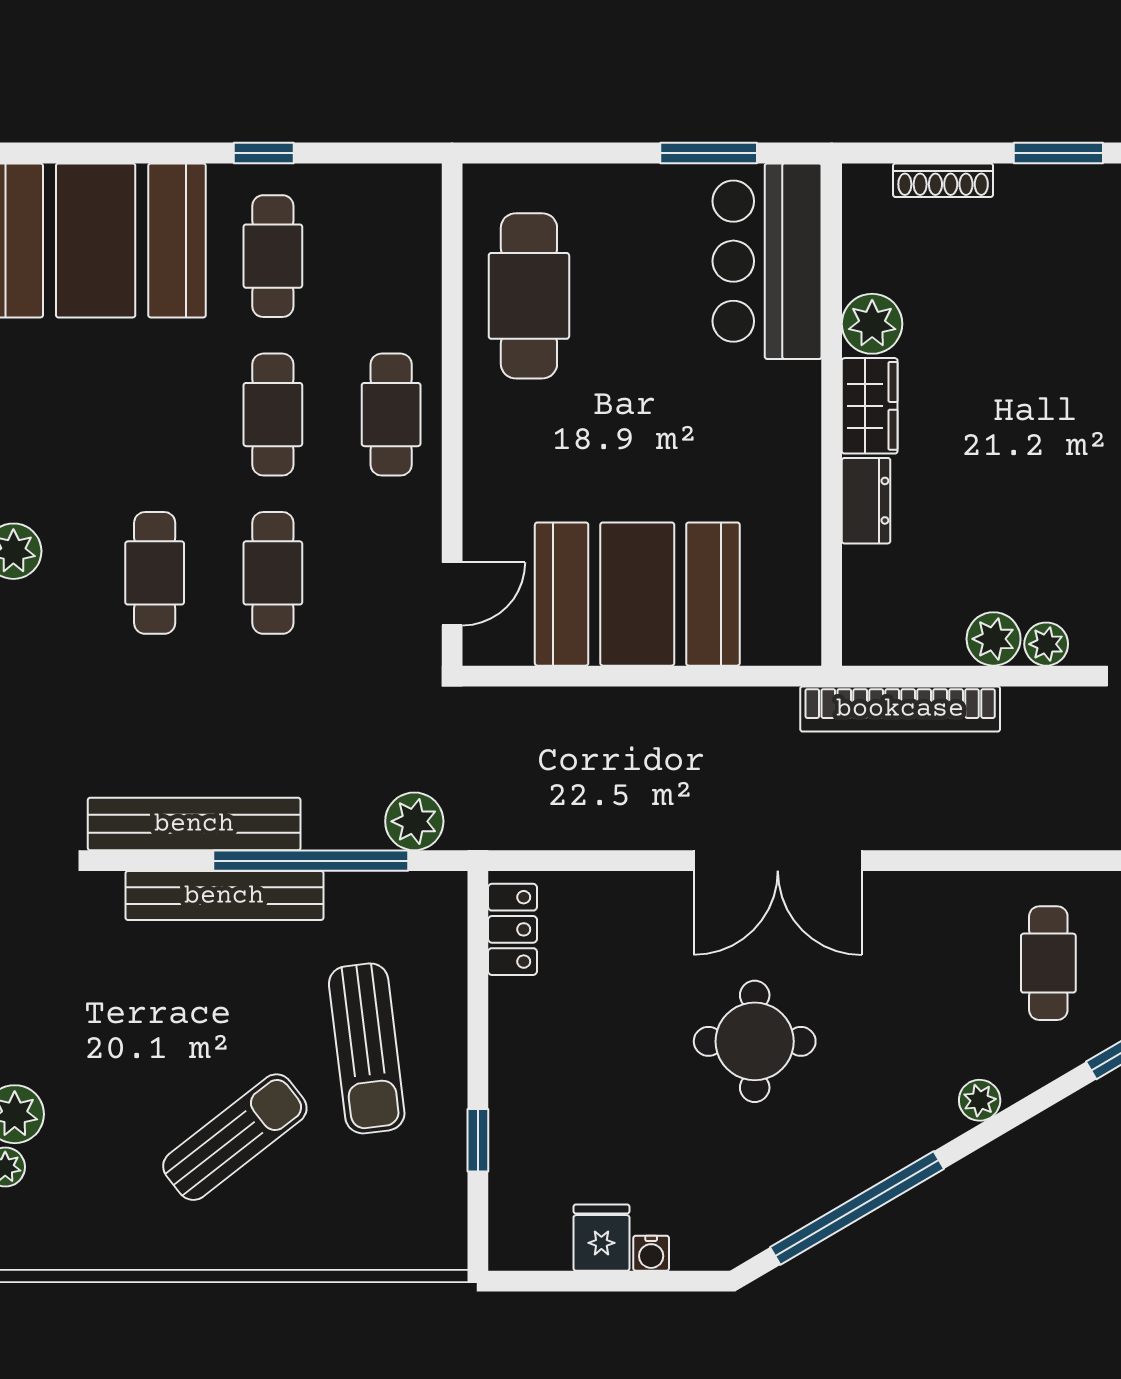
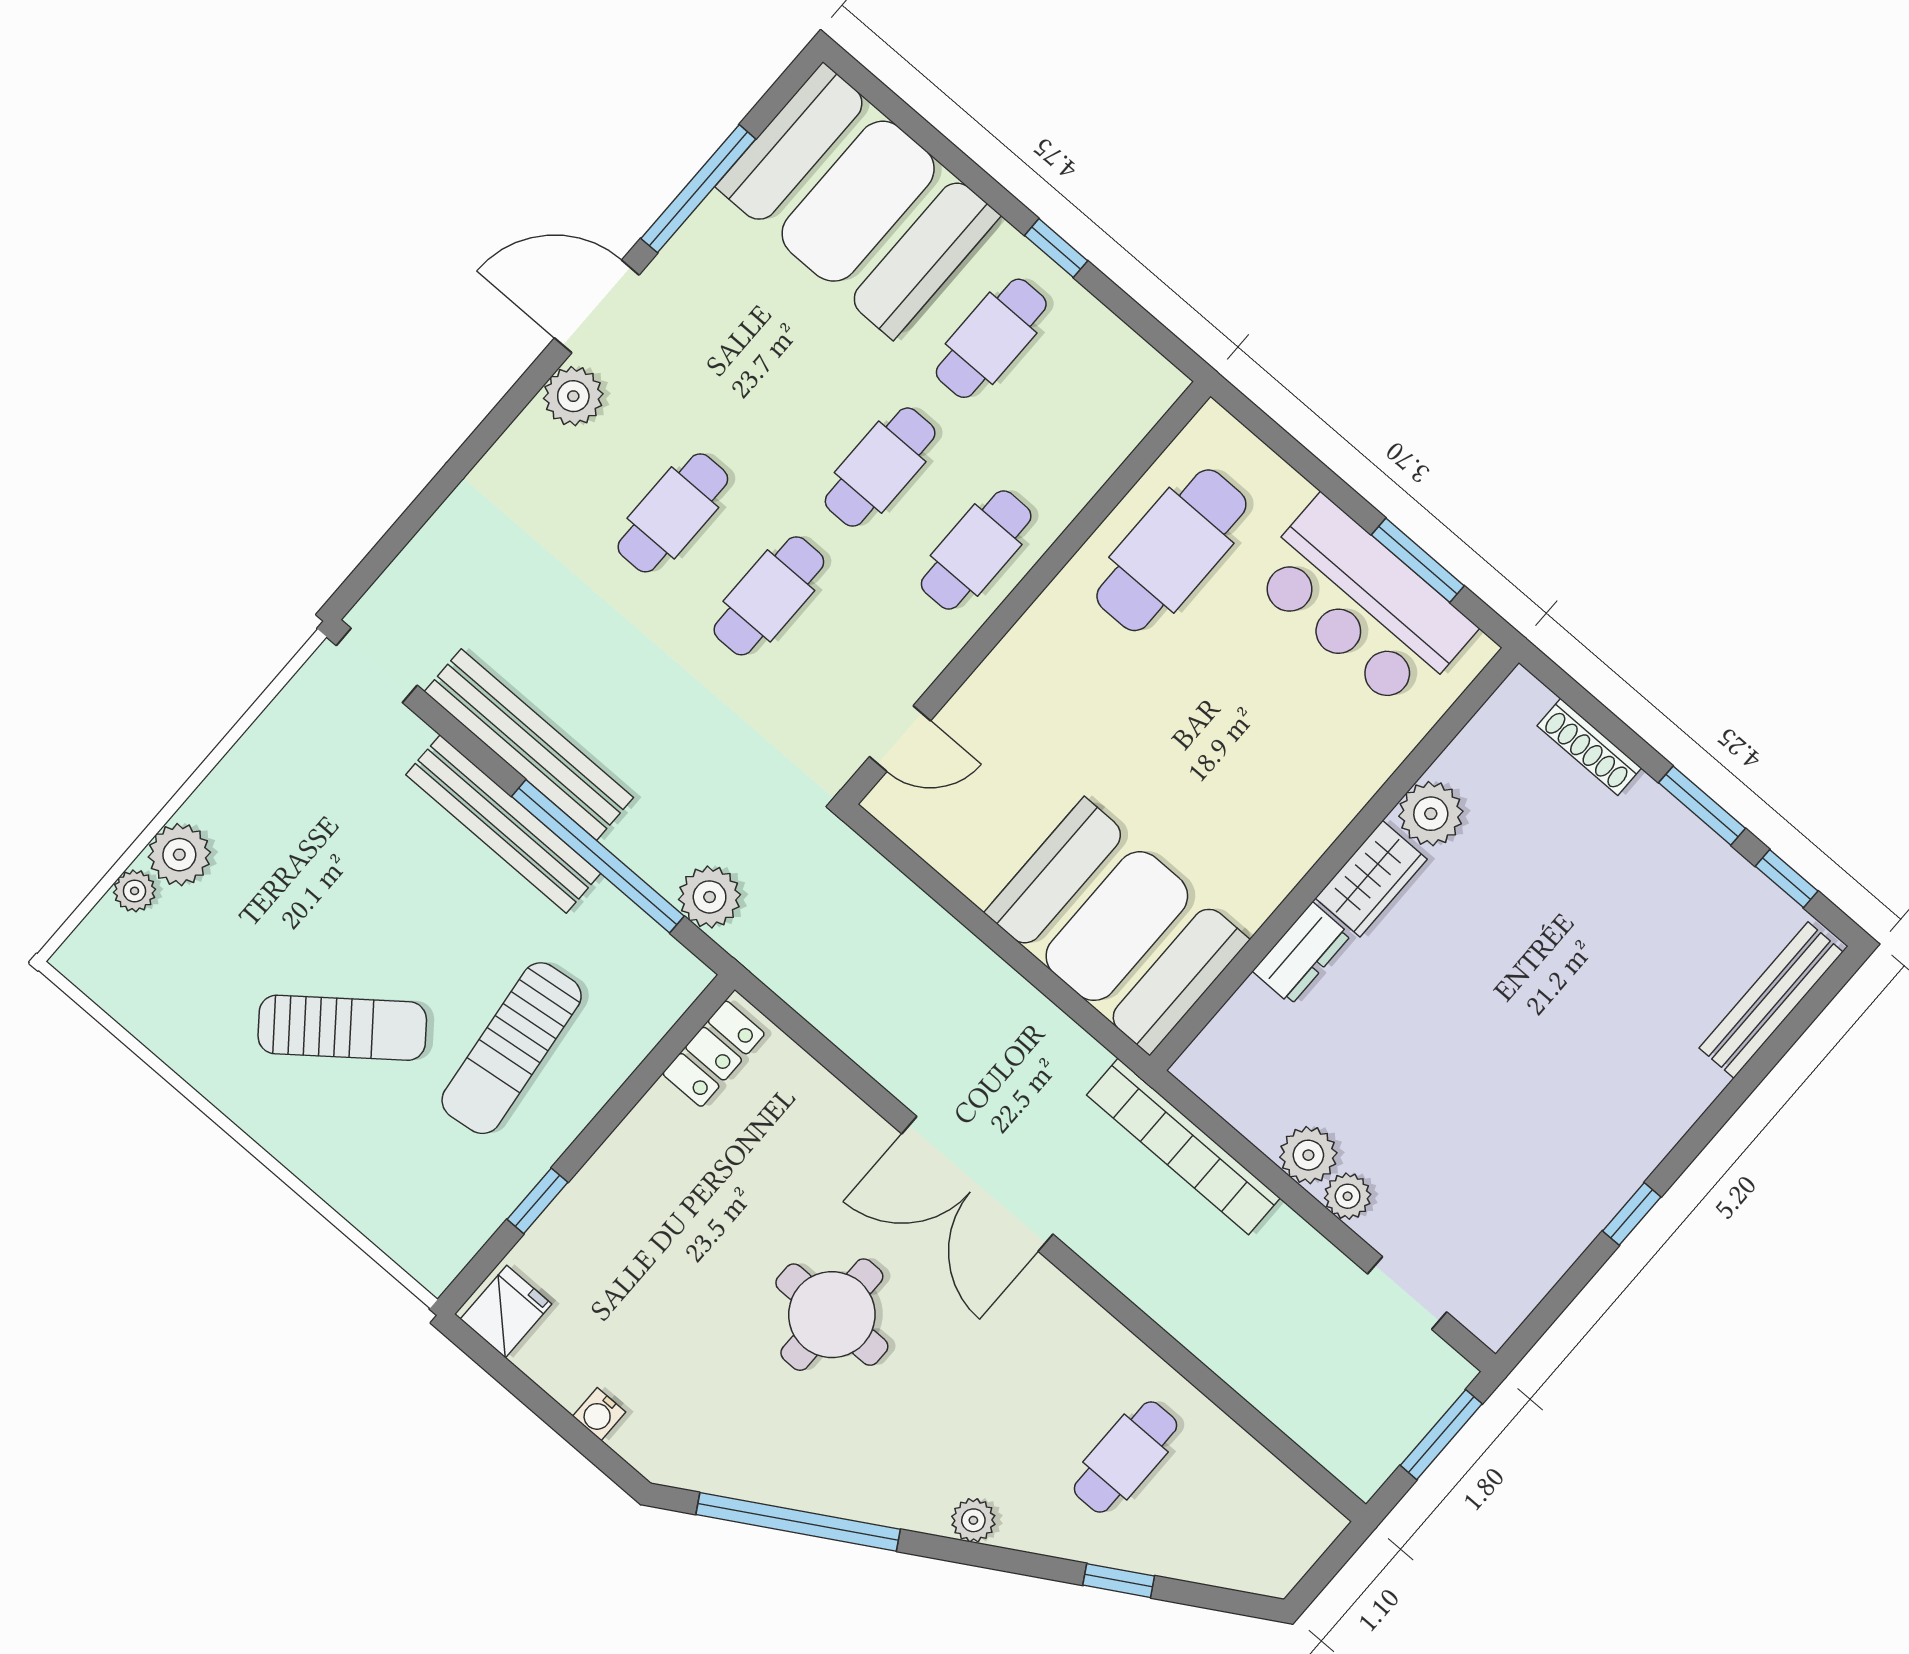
bar counter: (767, 261) -> (1362, 604), moved, turned -90
booth: (637, 594) -> (1117, 926), moved
fridge: (601, 1238) -> (506, 1312), moved

